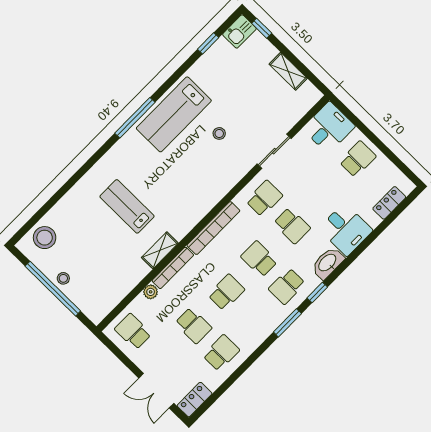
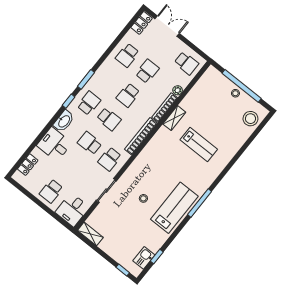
kitchen sink: (239, 31) -> (144, 258), moved
shelving: (288, 71) -> (90, 234), moved
school desk: (193, 326) -> (147, 71), turned 90

